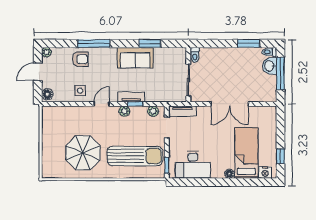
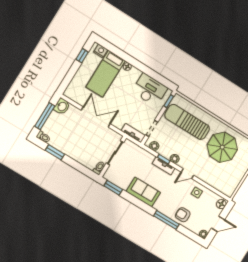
window: (150, 44) -> (113, 188), moved
washbasin: (270, 66) -> (62, 106), moved

